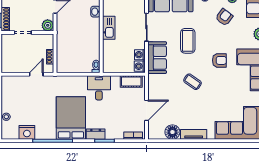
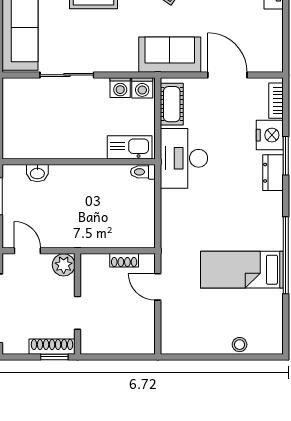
kitchen sink: (109, 28) -> (130, 147), moved
sofa: (157, 58) -> (170, 55), moved
desk: (99, 88) -> (184, 158), width x1.37
bed: (71, 118) -> (242, 270), moved, width x0.67
nightstand: (27, 132) -> (270, 135), moved
floor lamp: (172, 132) -> (269, 25), removed

